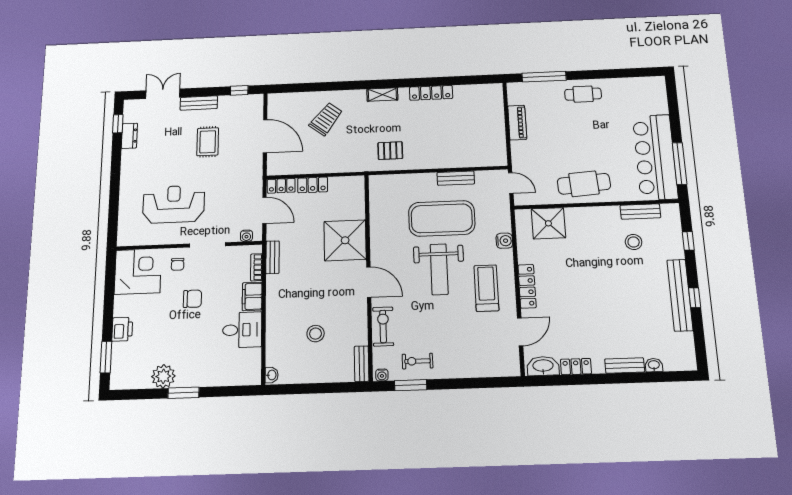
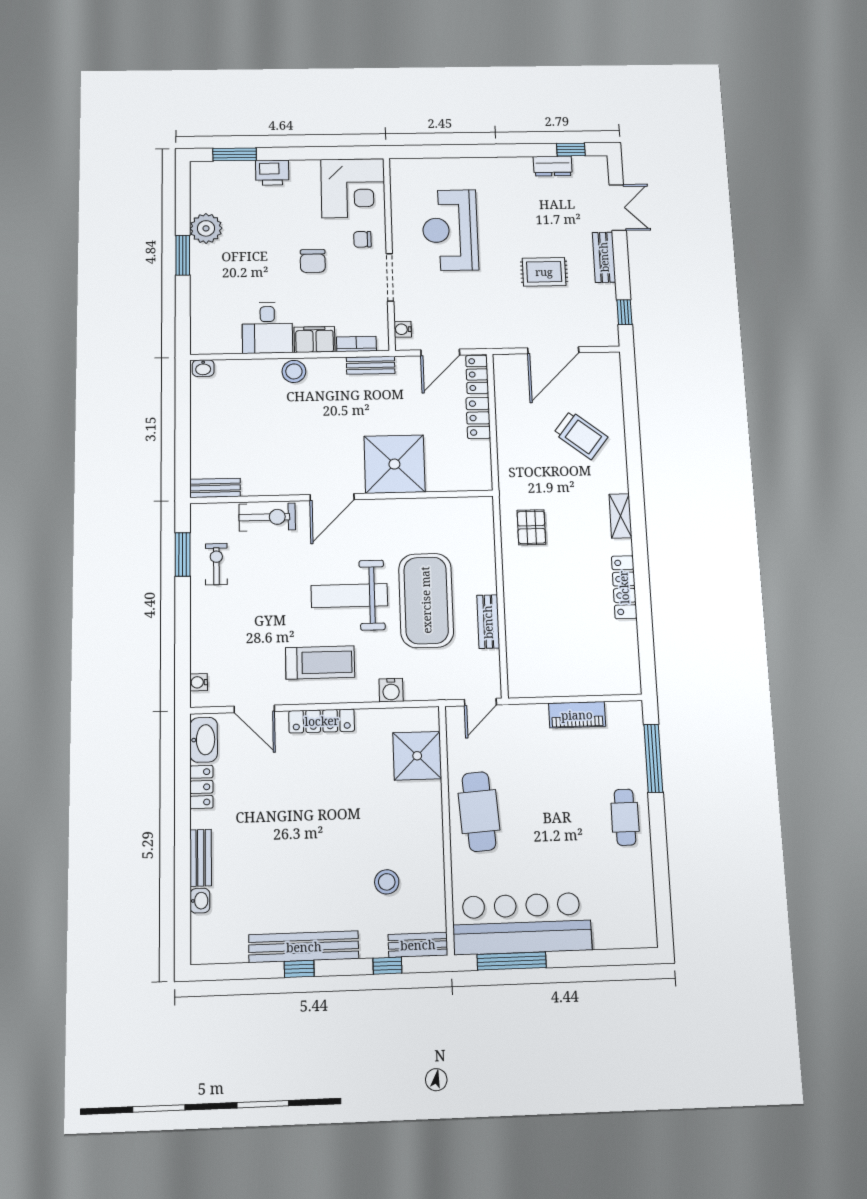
reception desk: (174, 204) -> (450, 230), turned 180
bench: (640, 211) -> (418, 945), moved, turned 90
stool: (316, 334) -> (294, 371), moved
water cooler: (382, 375) -> (199, 682), moved

